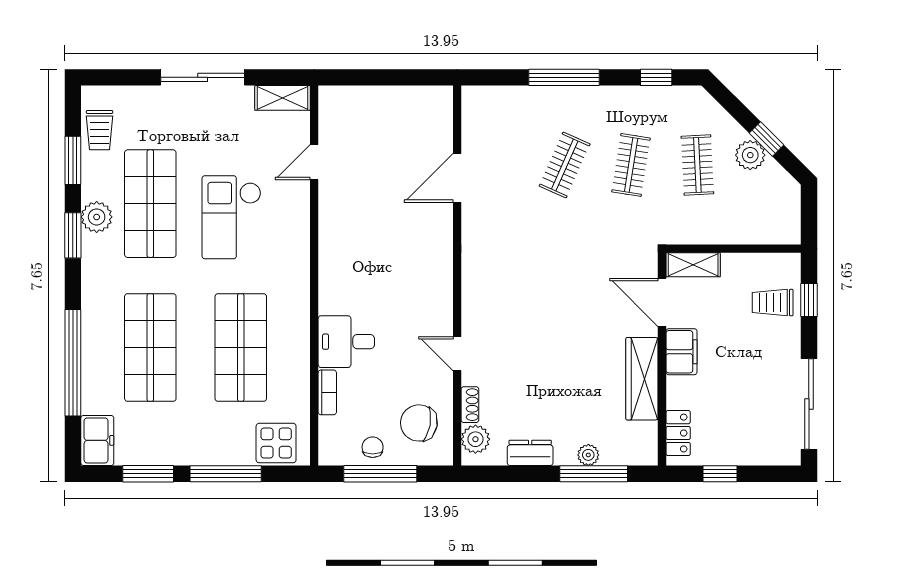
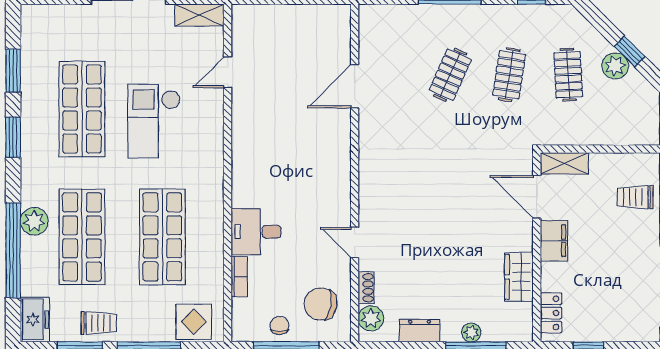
trolley: (100, 130) -> (99, 323), moved, turned -90
plant: (97, 217) -> (34, 221), moved
wardrobe: (642, 379) -> (519, 277), width x0.67

